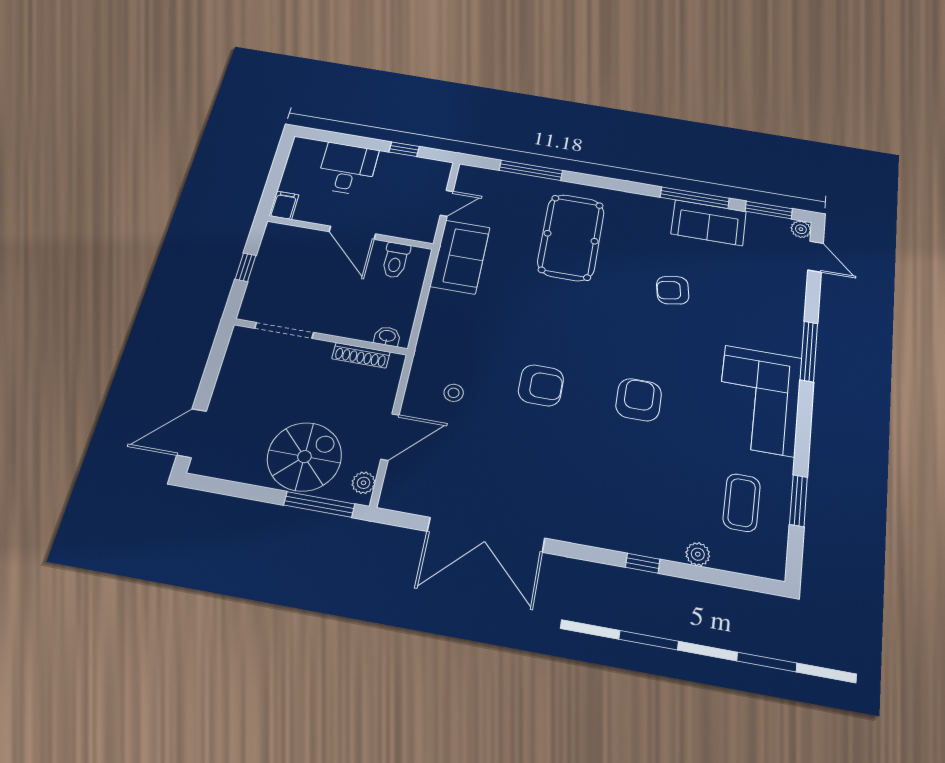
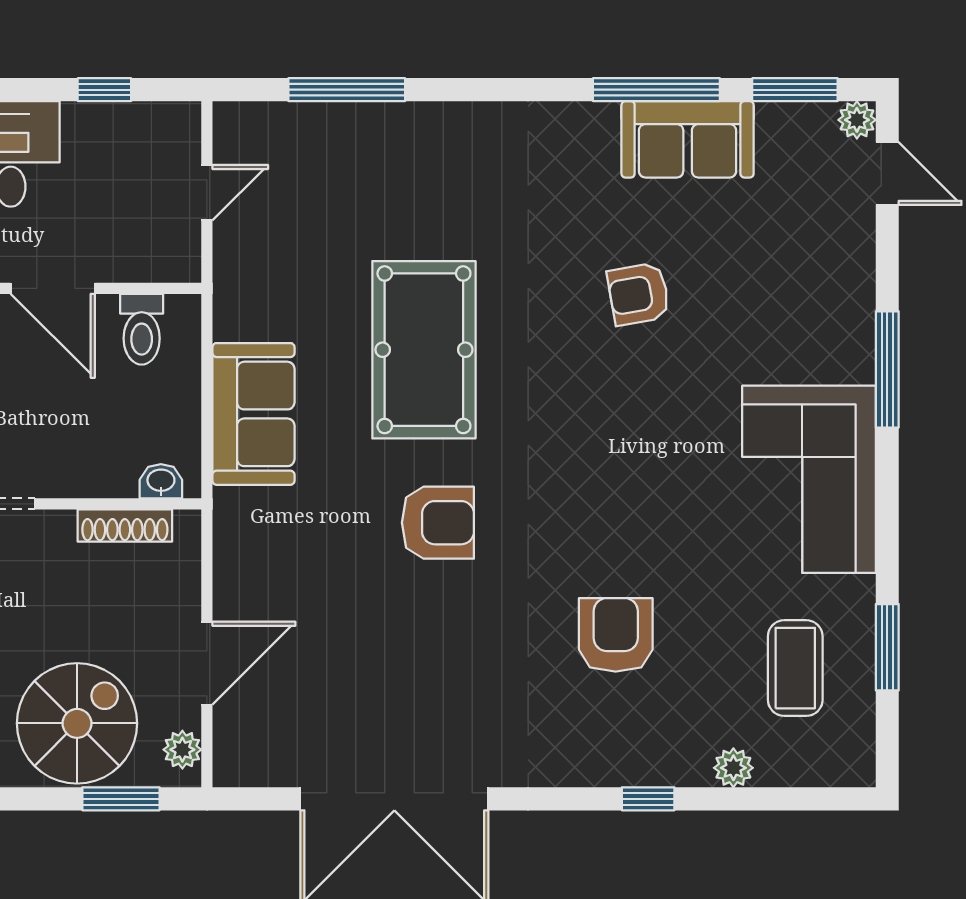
pool table: (571, 237) -> (424, 350), moved
sofa: (460, 257) -> (253, 414), moved
stool: (454, 393) -> (295, 564), removed
armchair: (639, 400) -> (616, 635), moved
window: (319, 504) -> (121, 799), width x0.69

